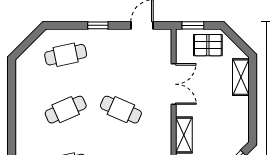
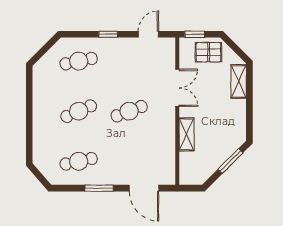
cafe table: (121, 110) -> (129, 111), turned -45

